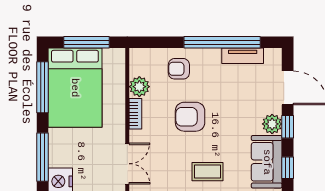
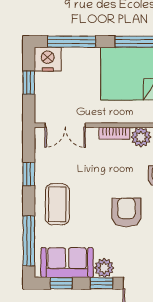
armchair: (190, 117) -> (126, 212), moved
coffee table: (207, 172) -> (57, 204), width x1.36, depth x1.30

